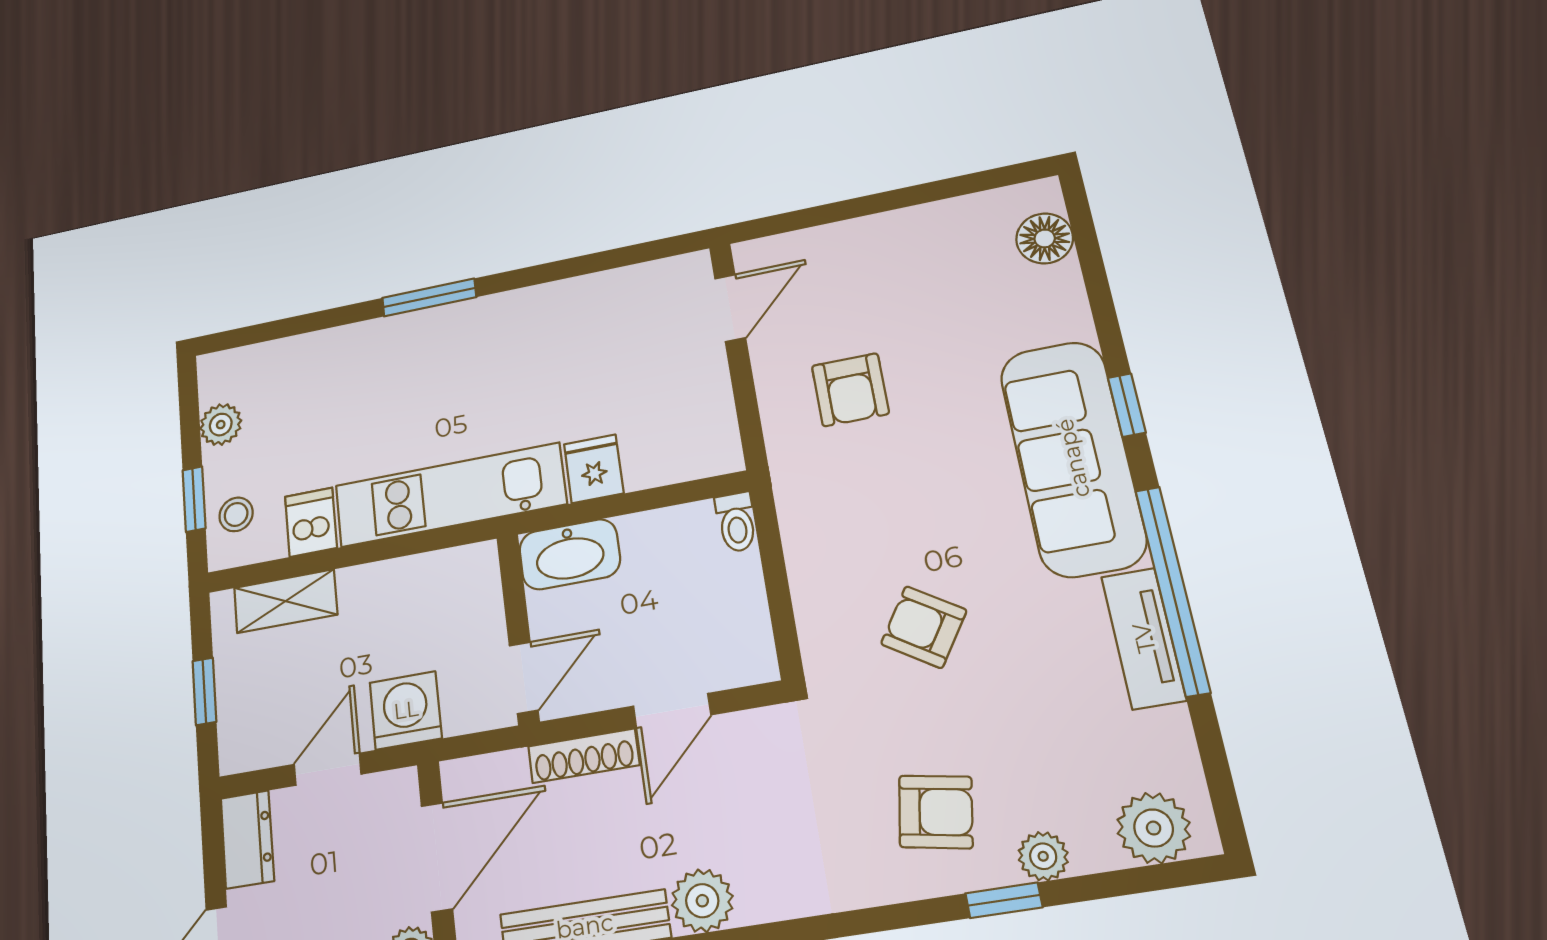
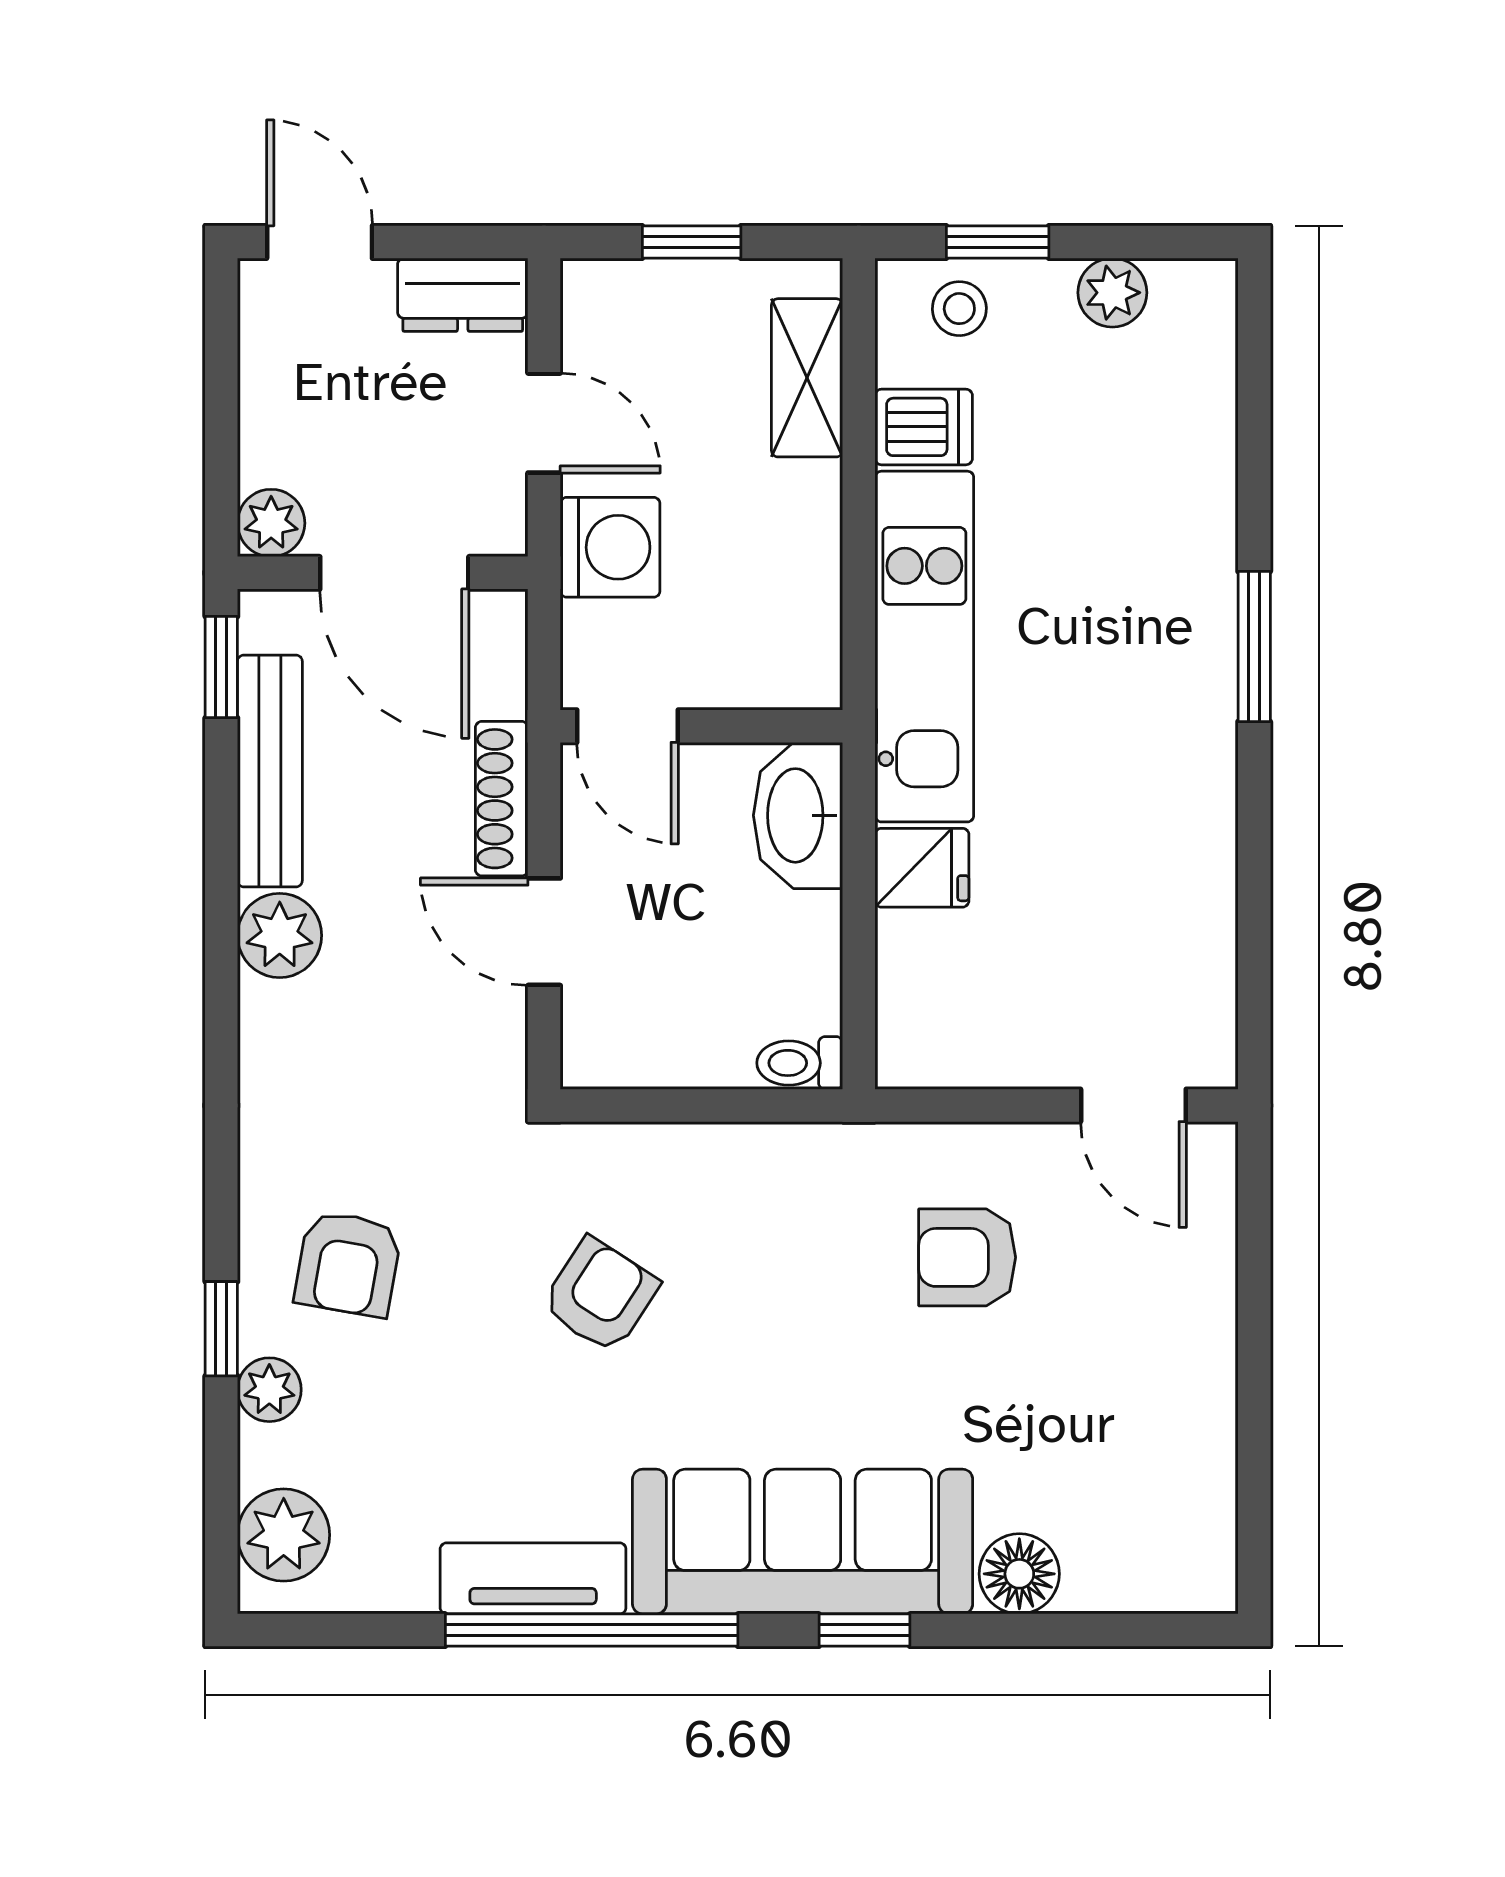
floor lamp: (1045, 238) -> (1019, 1574), moved

